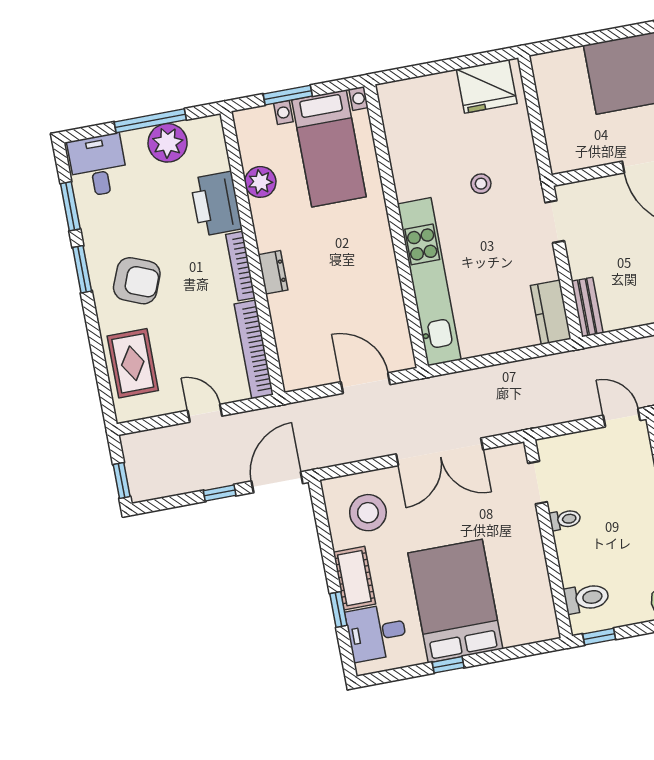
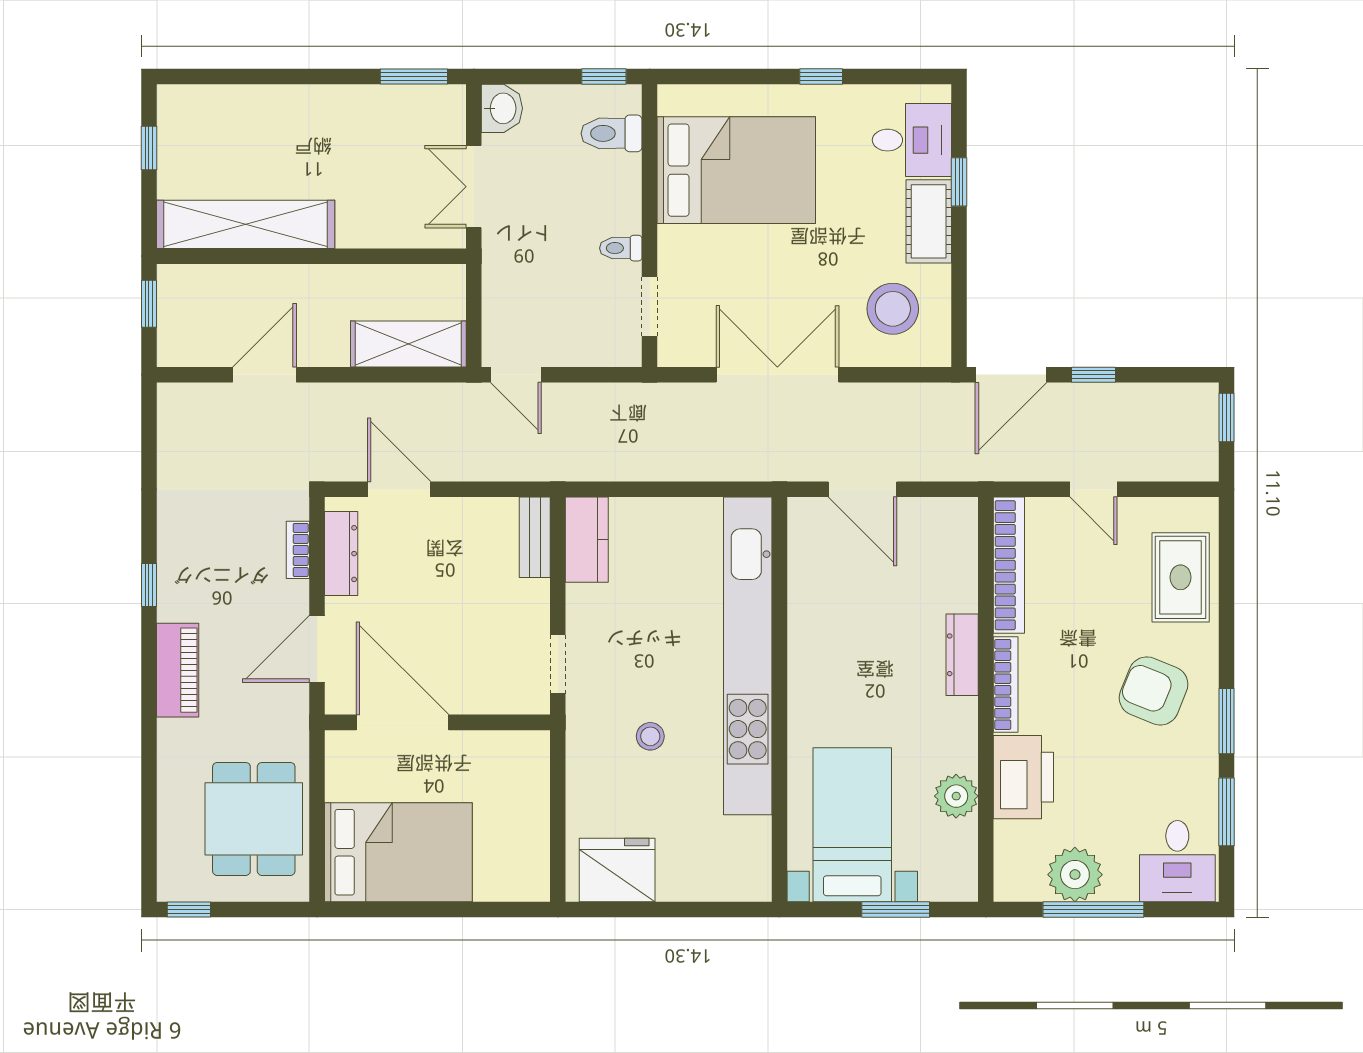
dresser: (273, 272) -> (962, 655), width x1.44
kitchen unit: (429, 282) -> (748, 656), width x1.36
bed: (455, 601) -> (736, 170), moved, turned -90

